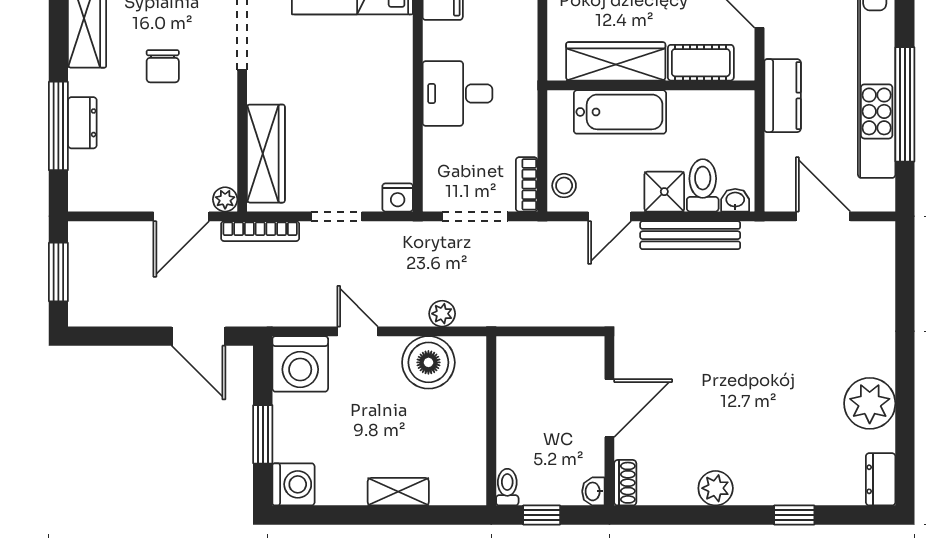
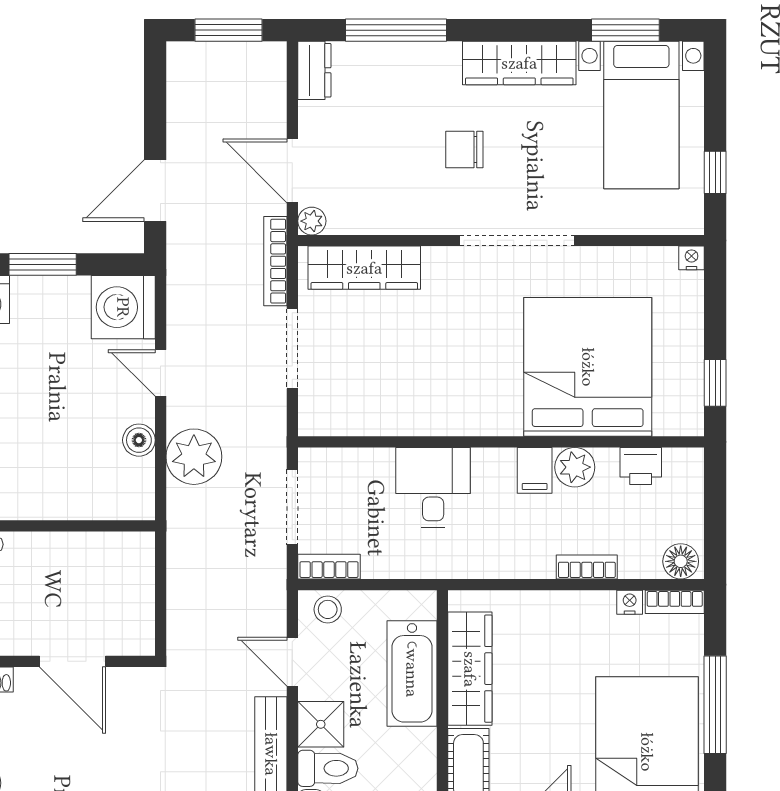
dresser: (82, 123) -> (314, 70), moved, turned -90
nightstand: (398, 197) -> (314, 419), removed
doorway: (337, 216) -> (292, 349), width x1.38
plant: (442, 314) -> (194, 457), width x1.87, depth x1.87
door: (358, 331) -> (161, 373), swing flipped
boiler: (428, 362) -> (139, 440), width x0.54, depth x0.54

